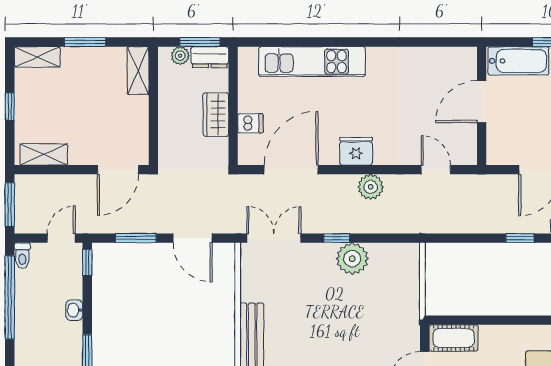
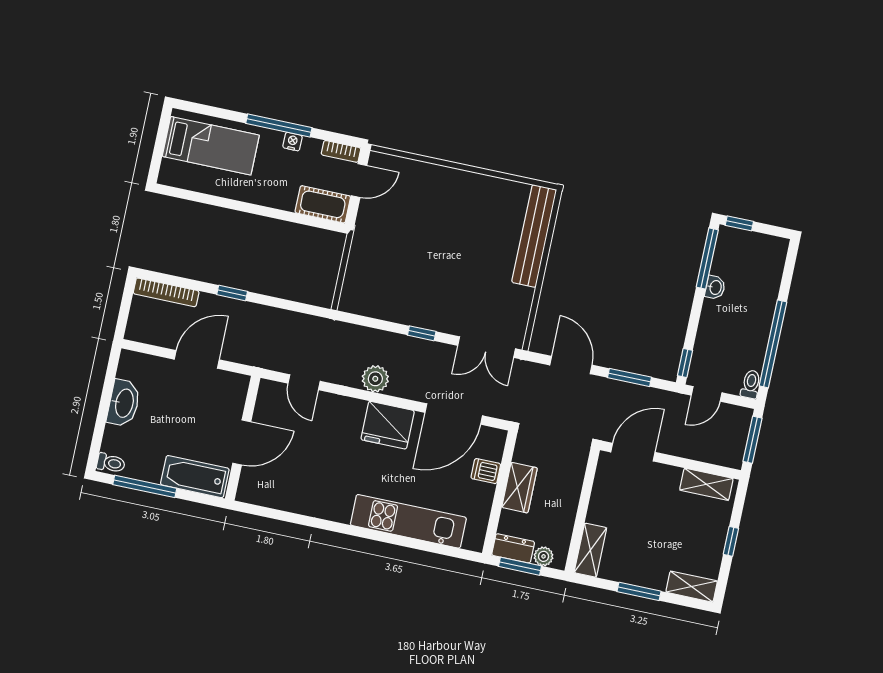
fridge: (356, 151) -> (388, 425), width x1.36, depth x1.34
plant: (352, 259) -> (410, 309), removed
washbasin: (74, 310) -> (715, 287), moved

